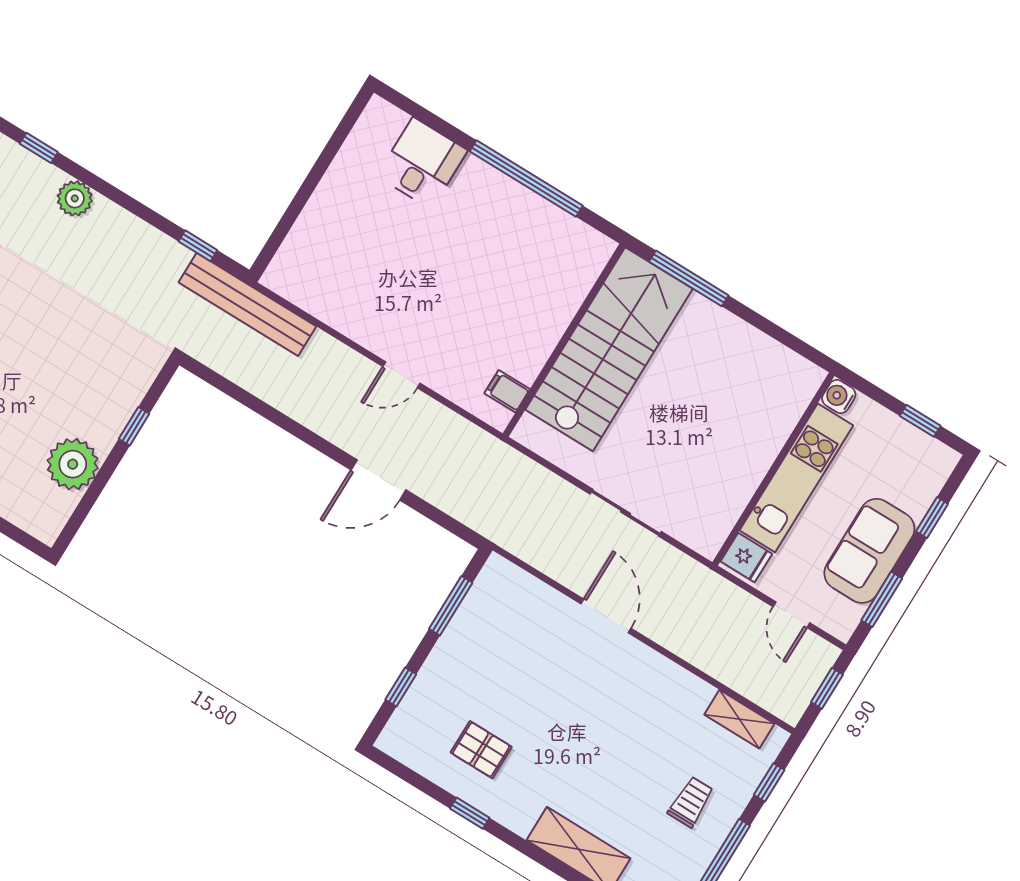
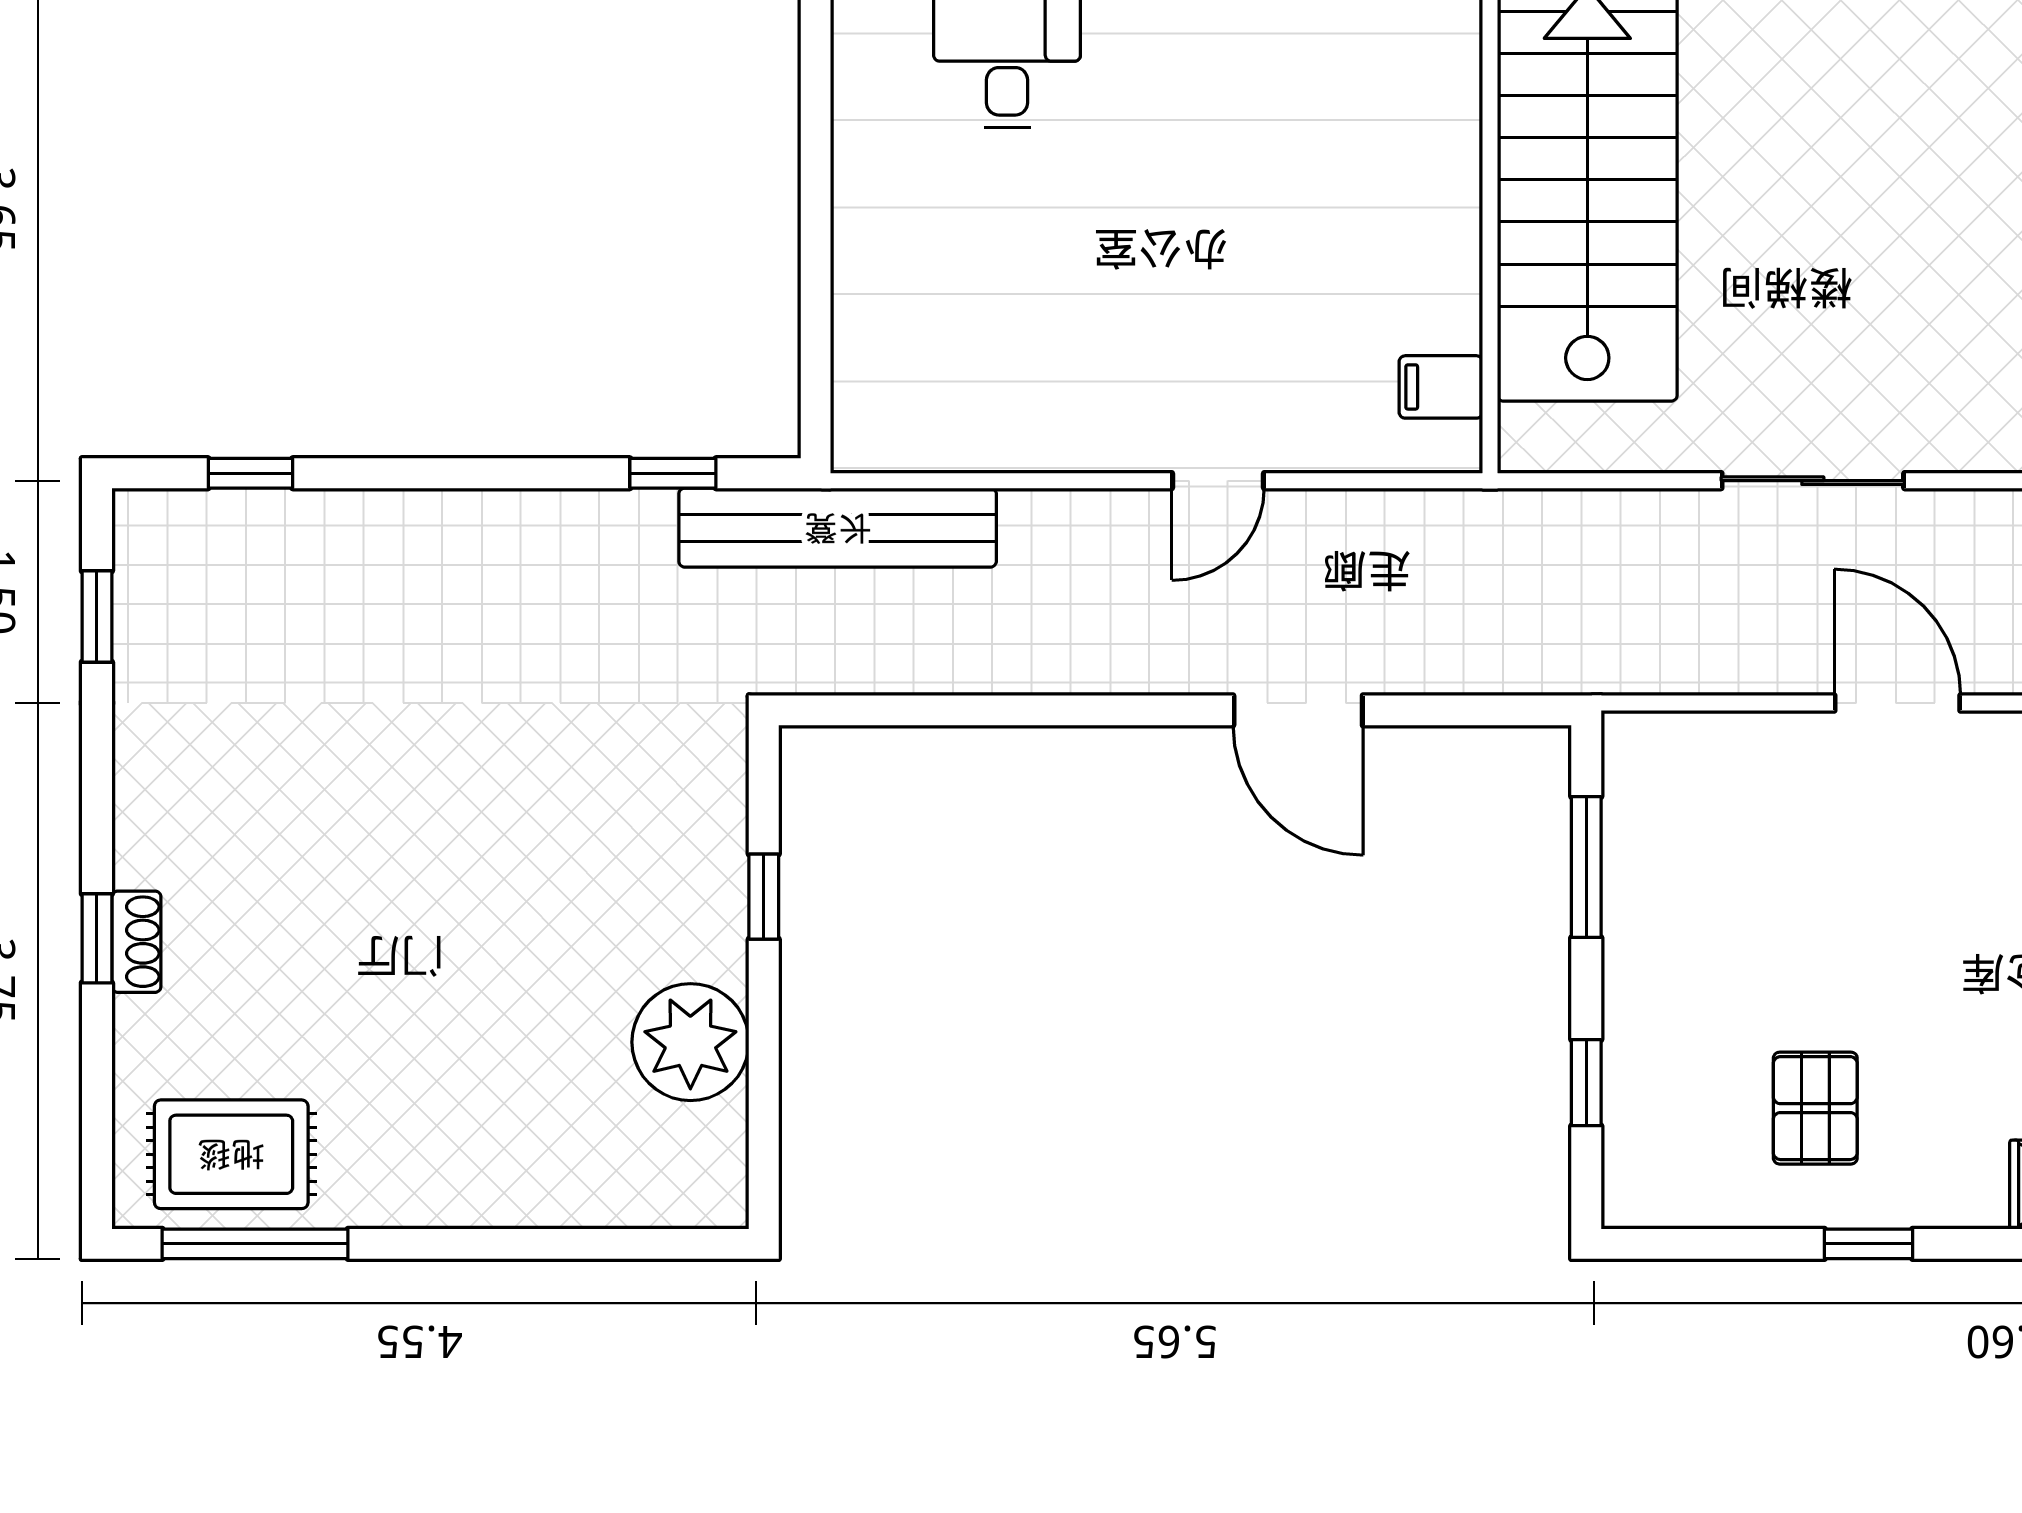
plant: (75, 198) -> (380, 528), removed
door: (378, 480) -> (1298, 710), hinge flipped
pallet: (481, 750) -> (1815, 1108), turned 90

